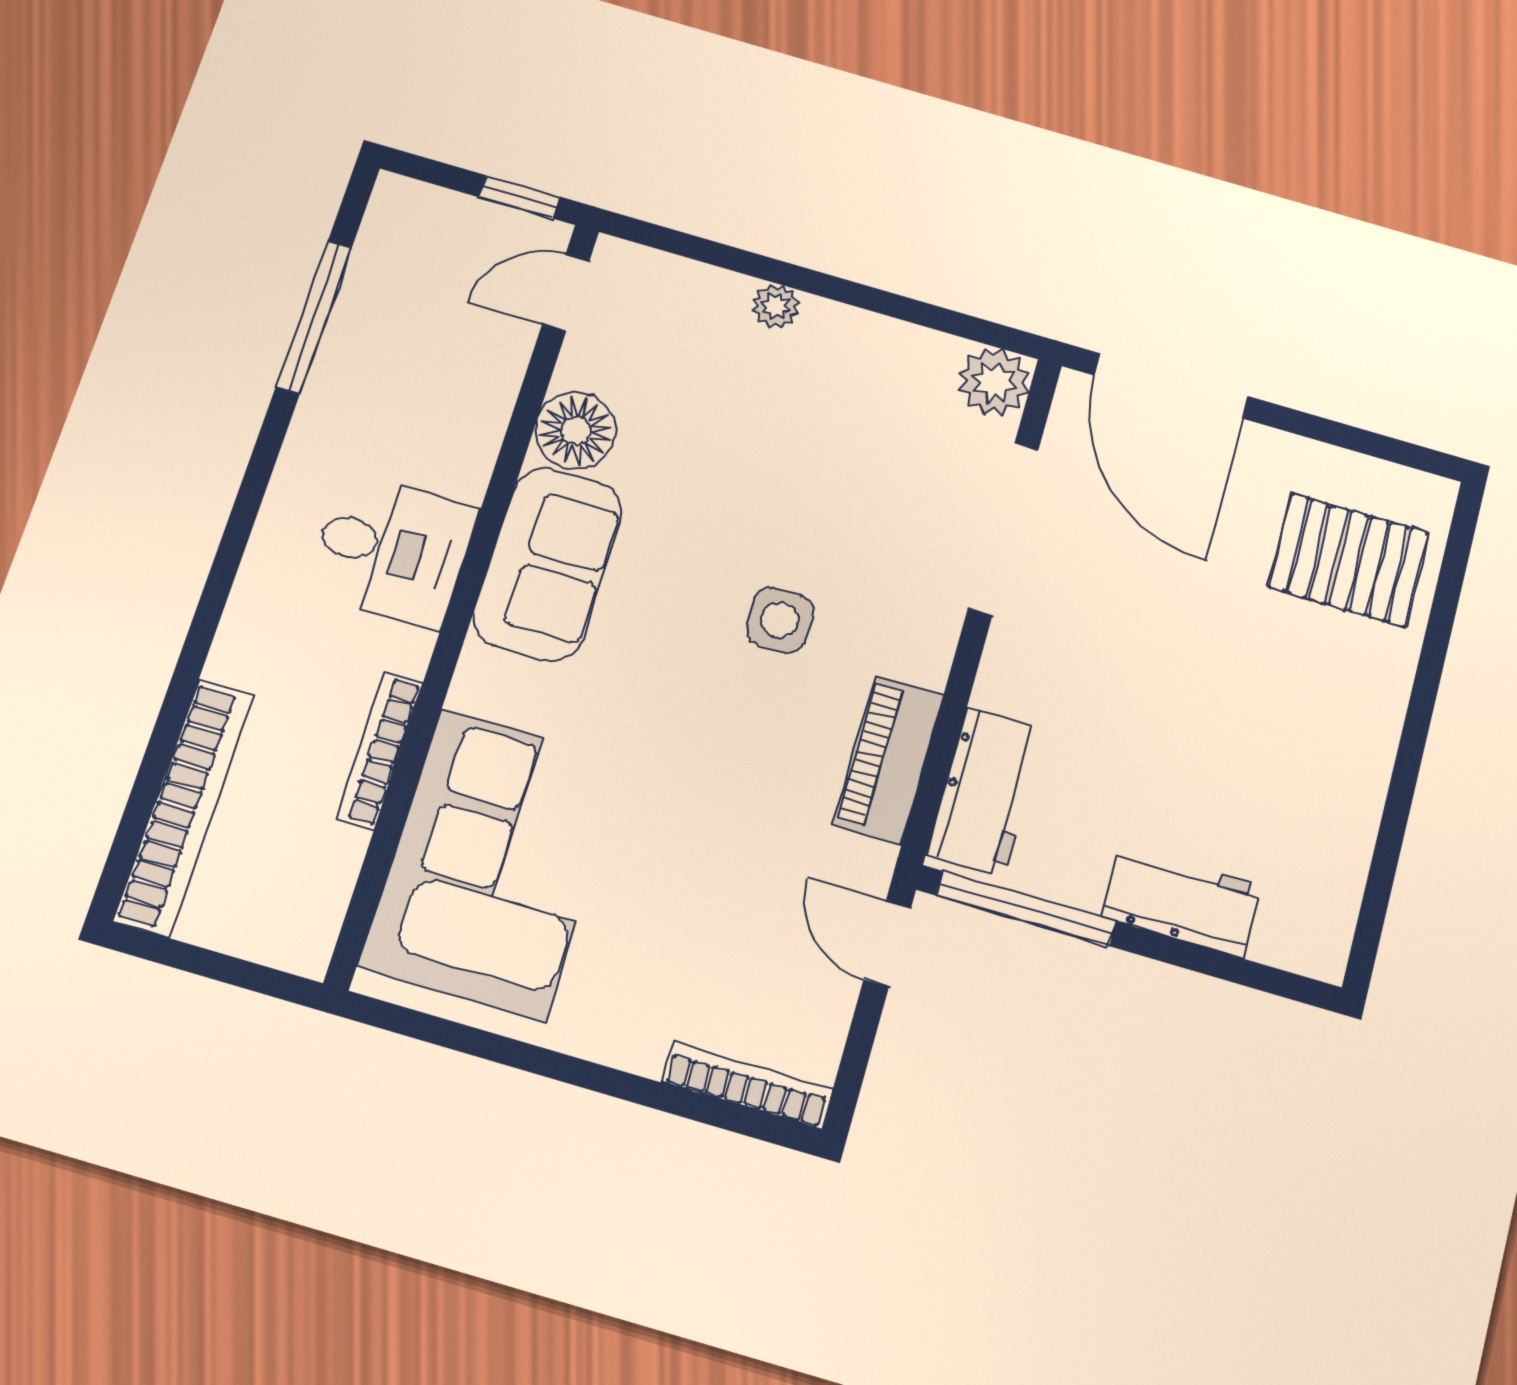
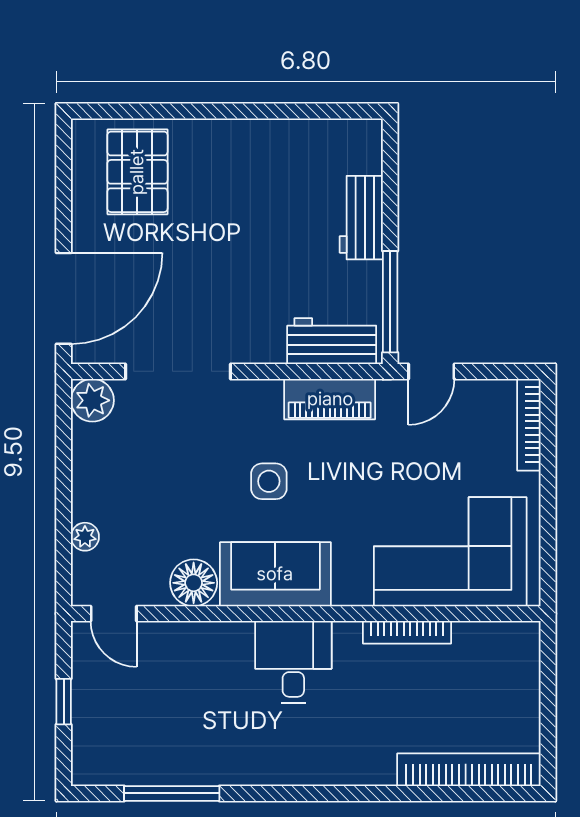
door: (566, 293) -> (114, 614), moved
floor lamp: (576, 431) -> (194, 583), moved
desk: (392, 550) -> (293, 662), moved
sofa: (548, 564) -> (275, 574), moved
wall: (466, 594) -> (306, 614), moved
bookcase: (379, 750) -> (407, 632), moved
corner sofa: (493, 863) -> (450, 552), moved

